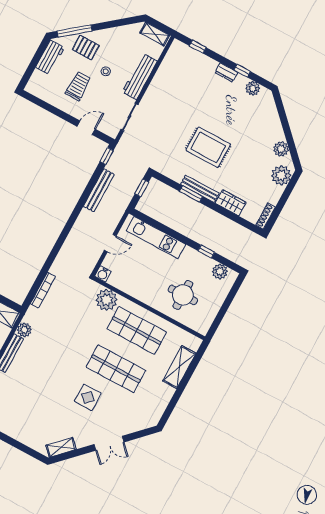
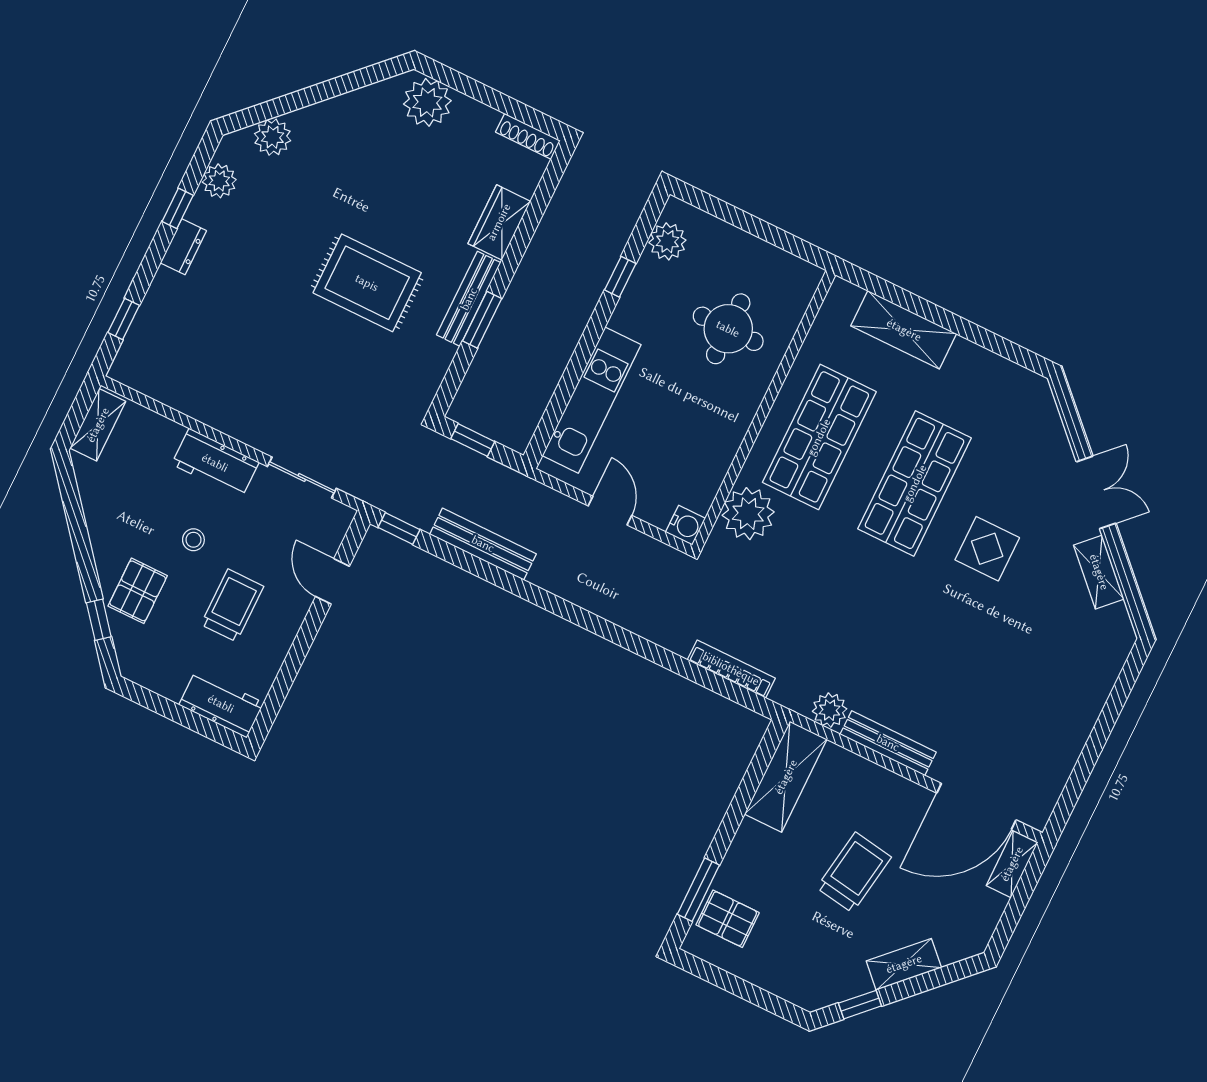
window: (75, 31) -> (99, 620), width x0.46
workbench: (50, 57) -> (221, 704), moved
workbench: (140, 76) -> (215, 463), width x0.73
trolley: (78, 86) -> (232, 605), turned 90
rug: (208, 147) -> (367, 283), turned 90
plant: (281, 149) -> (273, 137), moved
shelving: (61, 447) -> (1099, 572), moved

